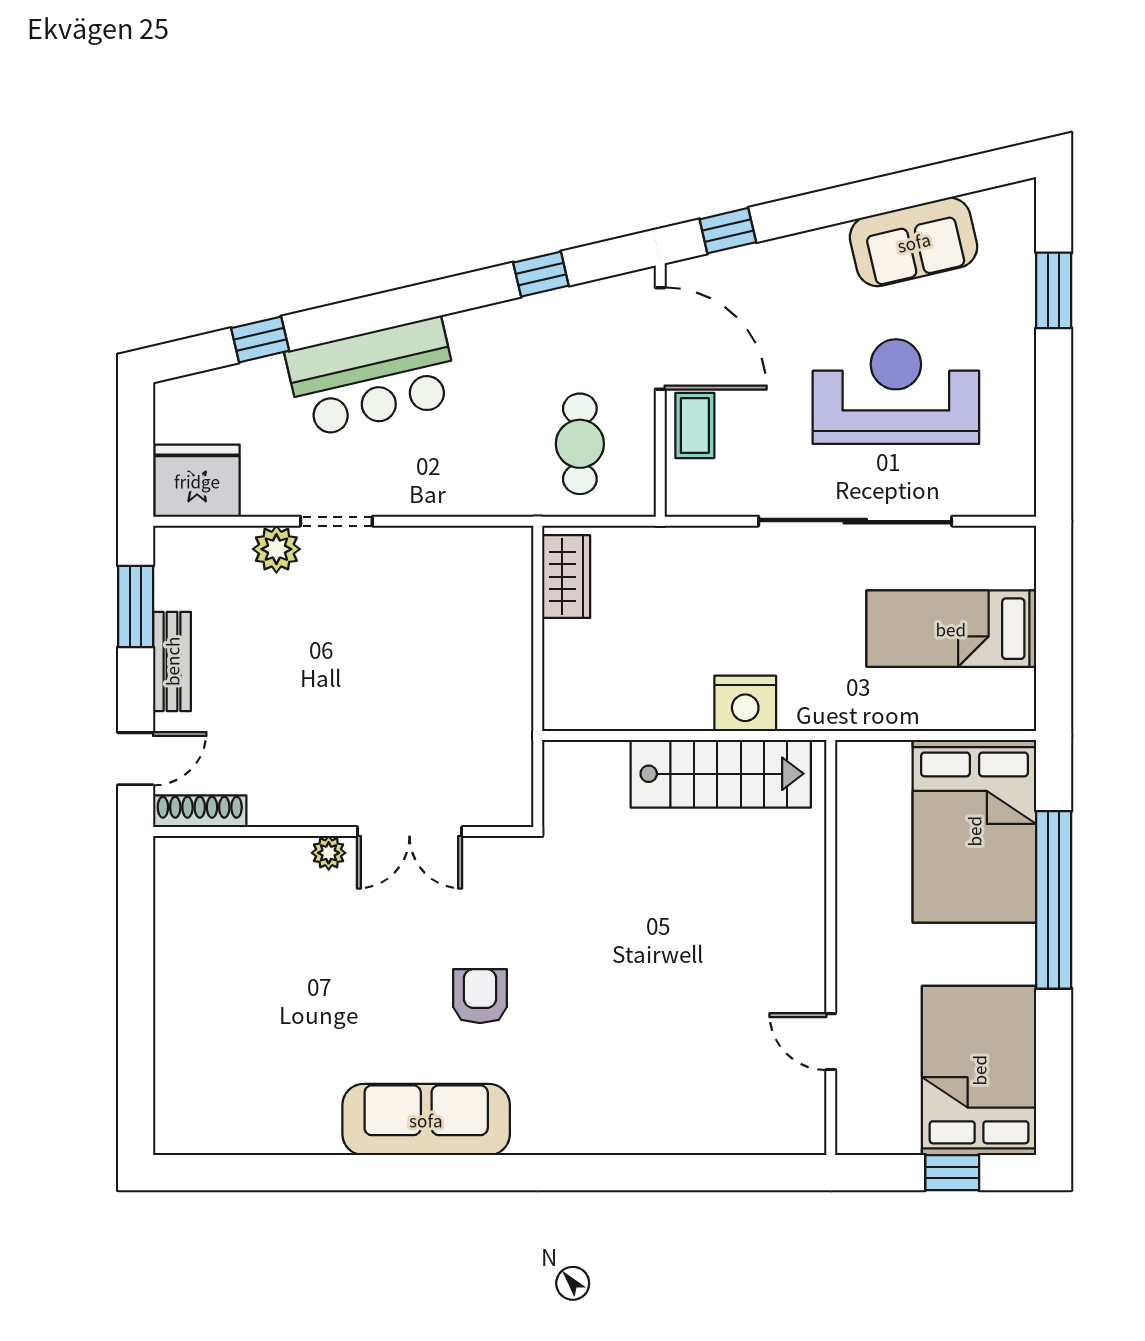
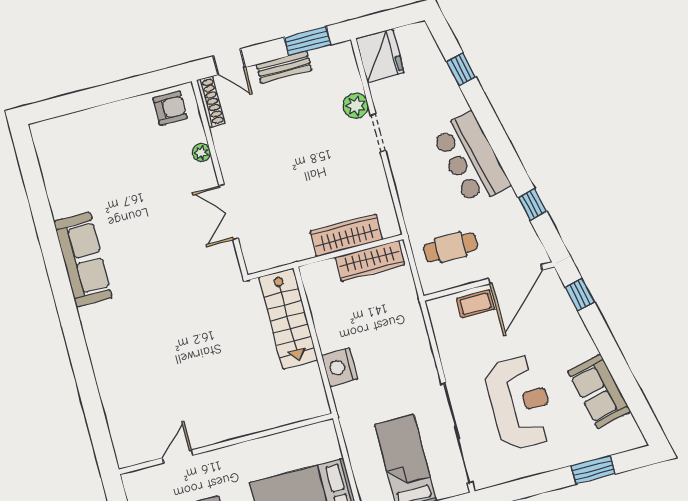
bar counter: (372, 377) -> (471, 159), moved
sliding door: (855, 521) -> (457, 433), moved
wardrobe: (566, 577) -> (370, 261), width x1.50
wardrobe: (508, 628) -> (346, 235), added
stairs: (721, 774) -> (288, 319), moved
plant: (329, 853) -> (201, 153), moved
armchair: (480, 996) -> (170, 108), moved

